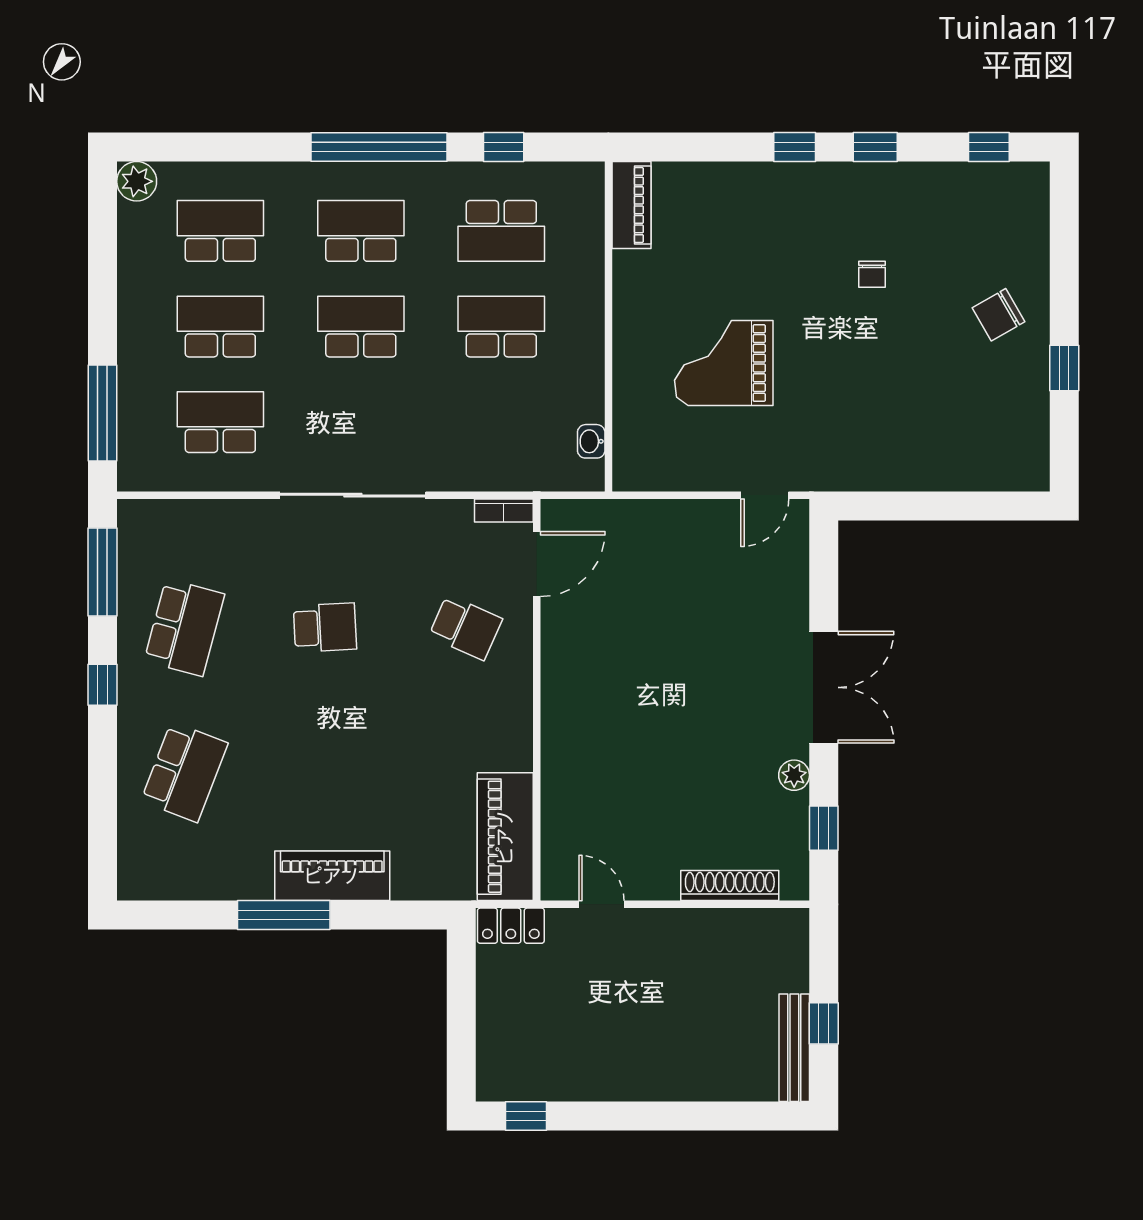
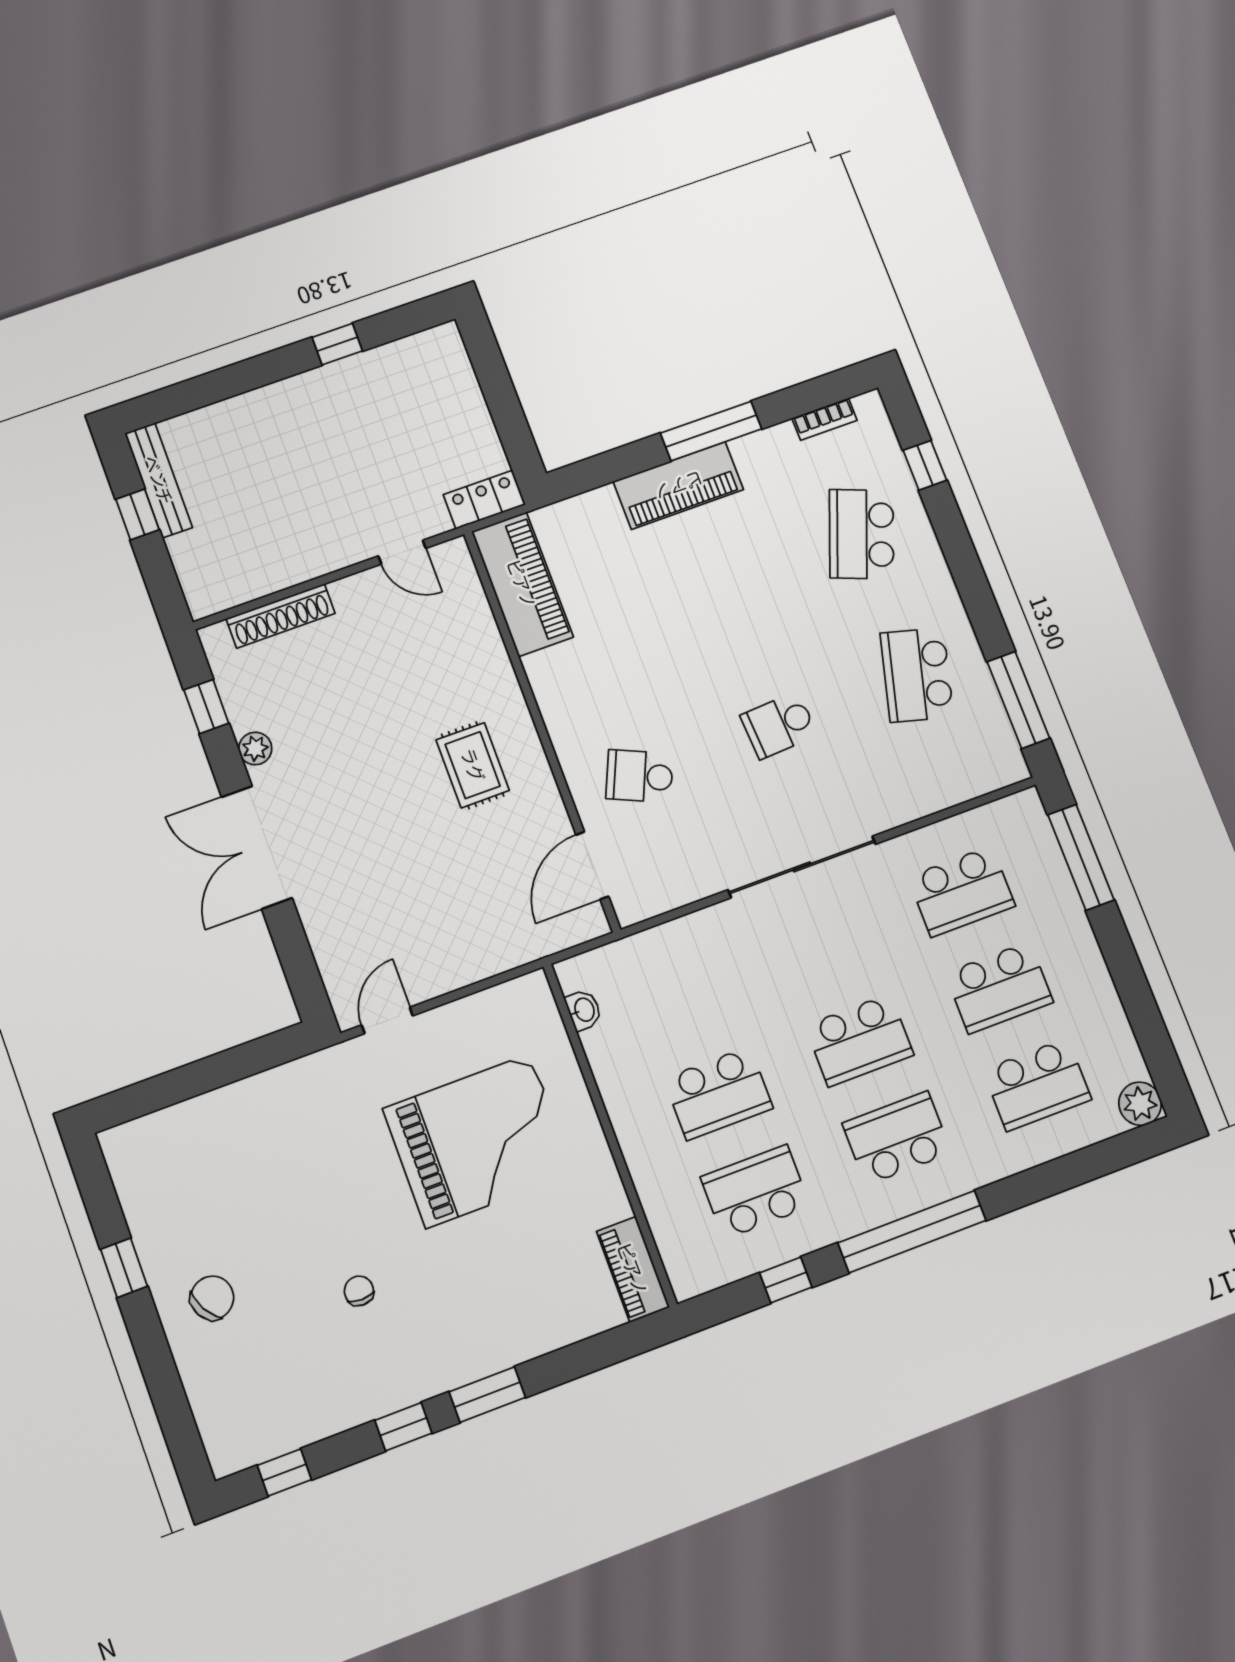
window: (795, 147) -> (487, 1395), width x1.50
school desk: (361, 231) -> (897, 1138), turned 180
grand piano: (724, 363) -> (478, 1141), width x1.37, depth x1.48
bookcase: (504, 511) -> (824, 419), moved, turned 180
window: (102, 685) -> (925, 465), moved
rug: (609, 691) -> (473, 765), added
window: (526, 1116) -> (337, 344), moved

